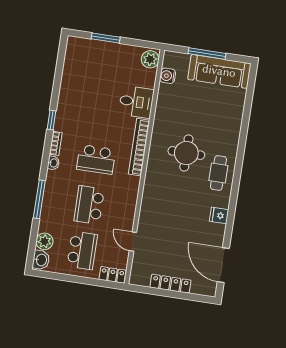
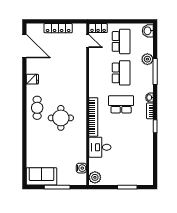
sofa: (219, 71) -> (42, 176), width x0.73
plant: (44, 241) -> (147, 59), moved
door: (133, 242) -> (88, 41), moved
school desk: (82, 250) -> (121, 41), turned 180

